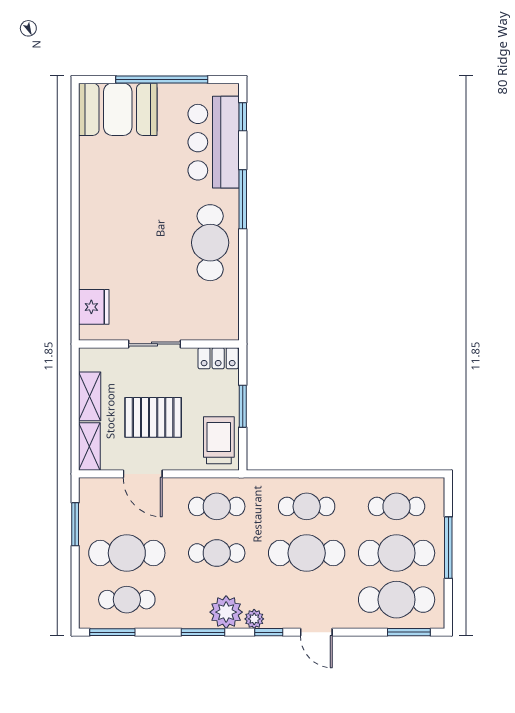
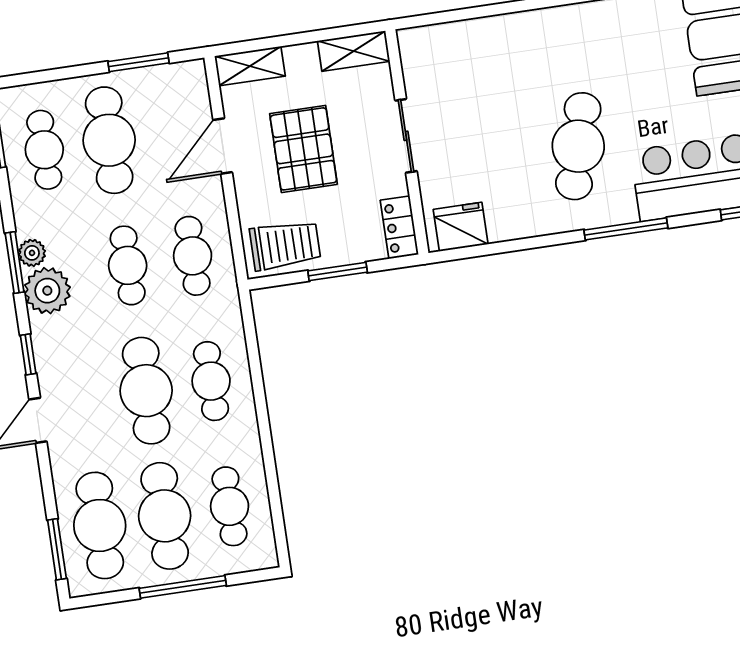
cafe table: (210, 243) -> (578, 146), moved, turned -75
fridge: (94, 307) -> (461, 227), moved, turned 180
shelving: (90, 396) -> (354, 51), moved
plant: (254, 619) -> (32, 253), moved

